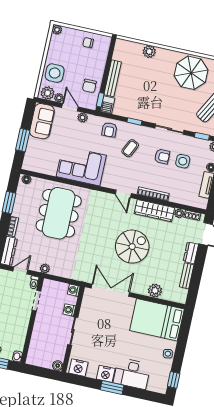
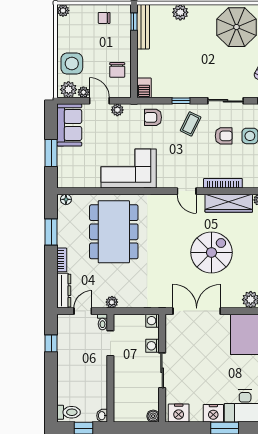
bench: (113, 78) -> (143, 27), moved
window: (100, 100) -> (134, 22), moved
armchair: (109, 130) -> (153, 117), turned 93
coffee table: (130, 148) -> (191, 124), moved

